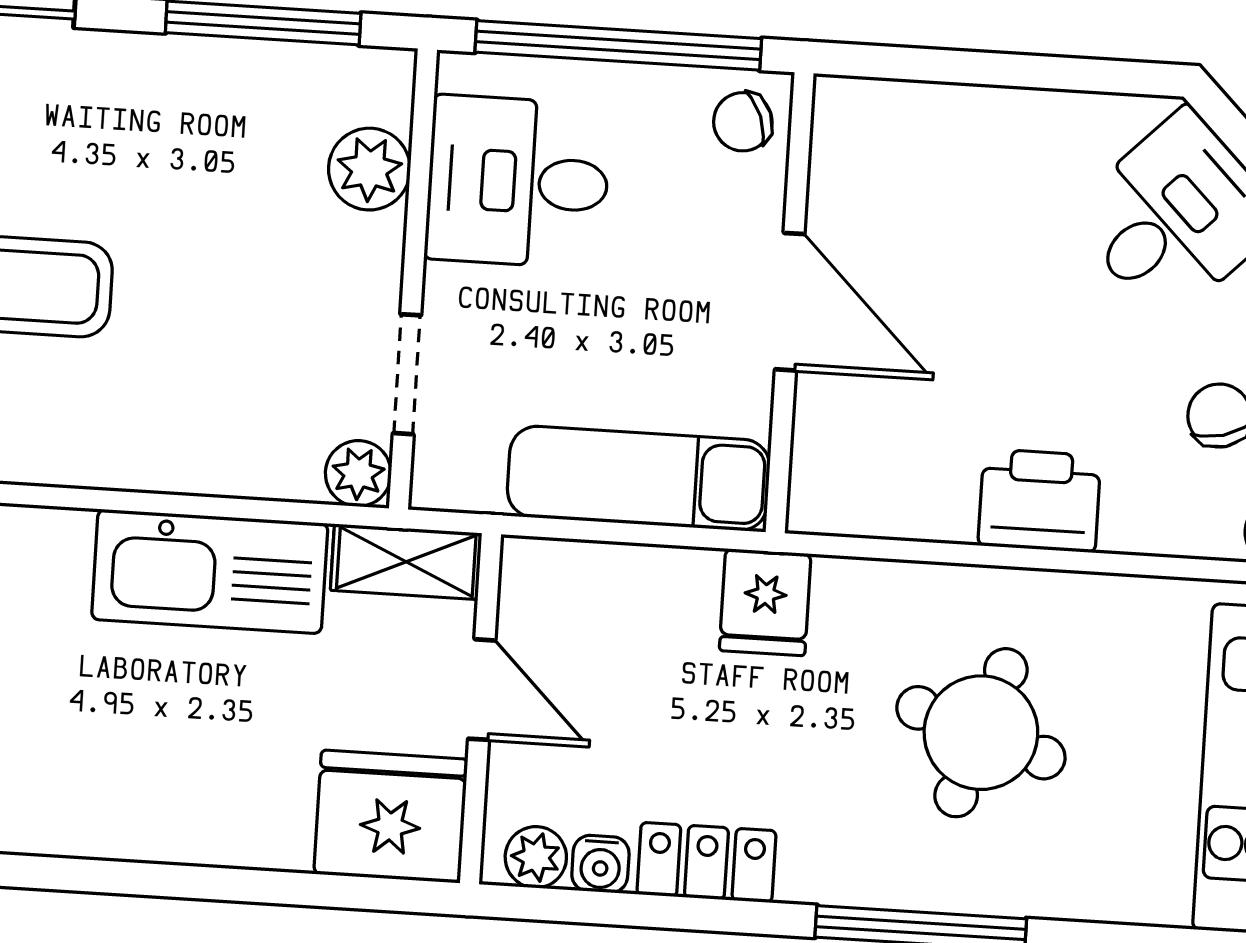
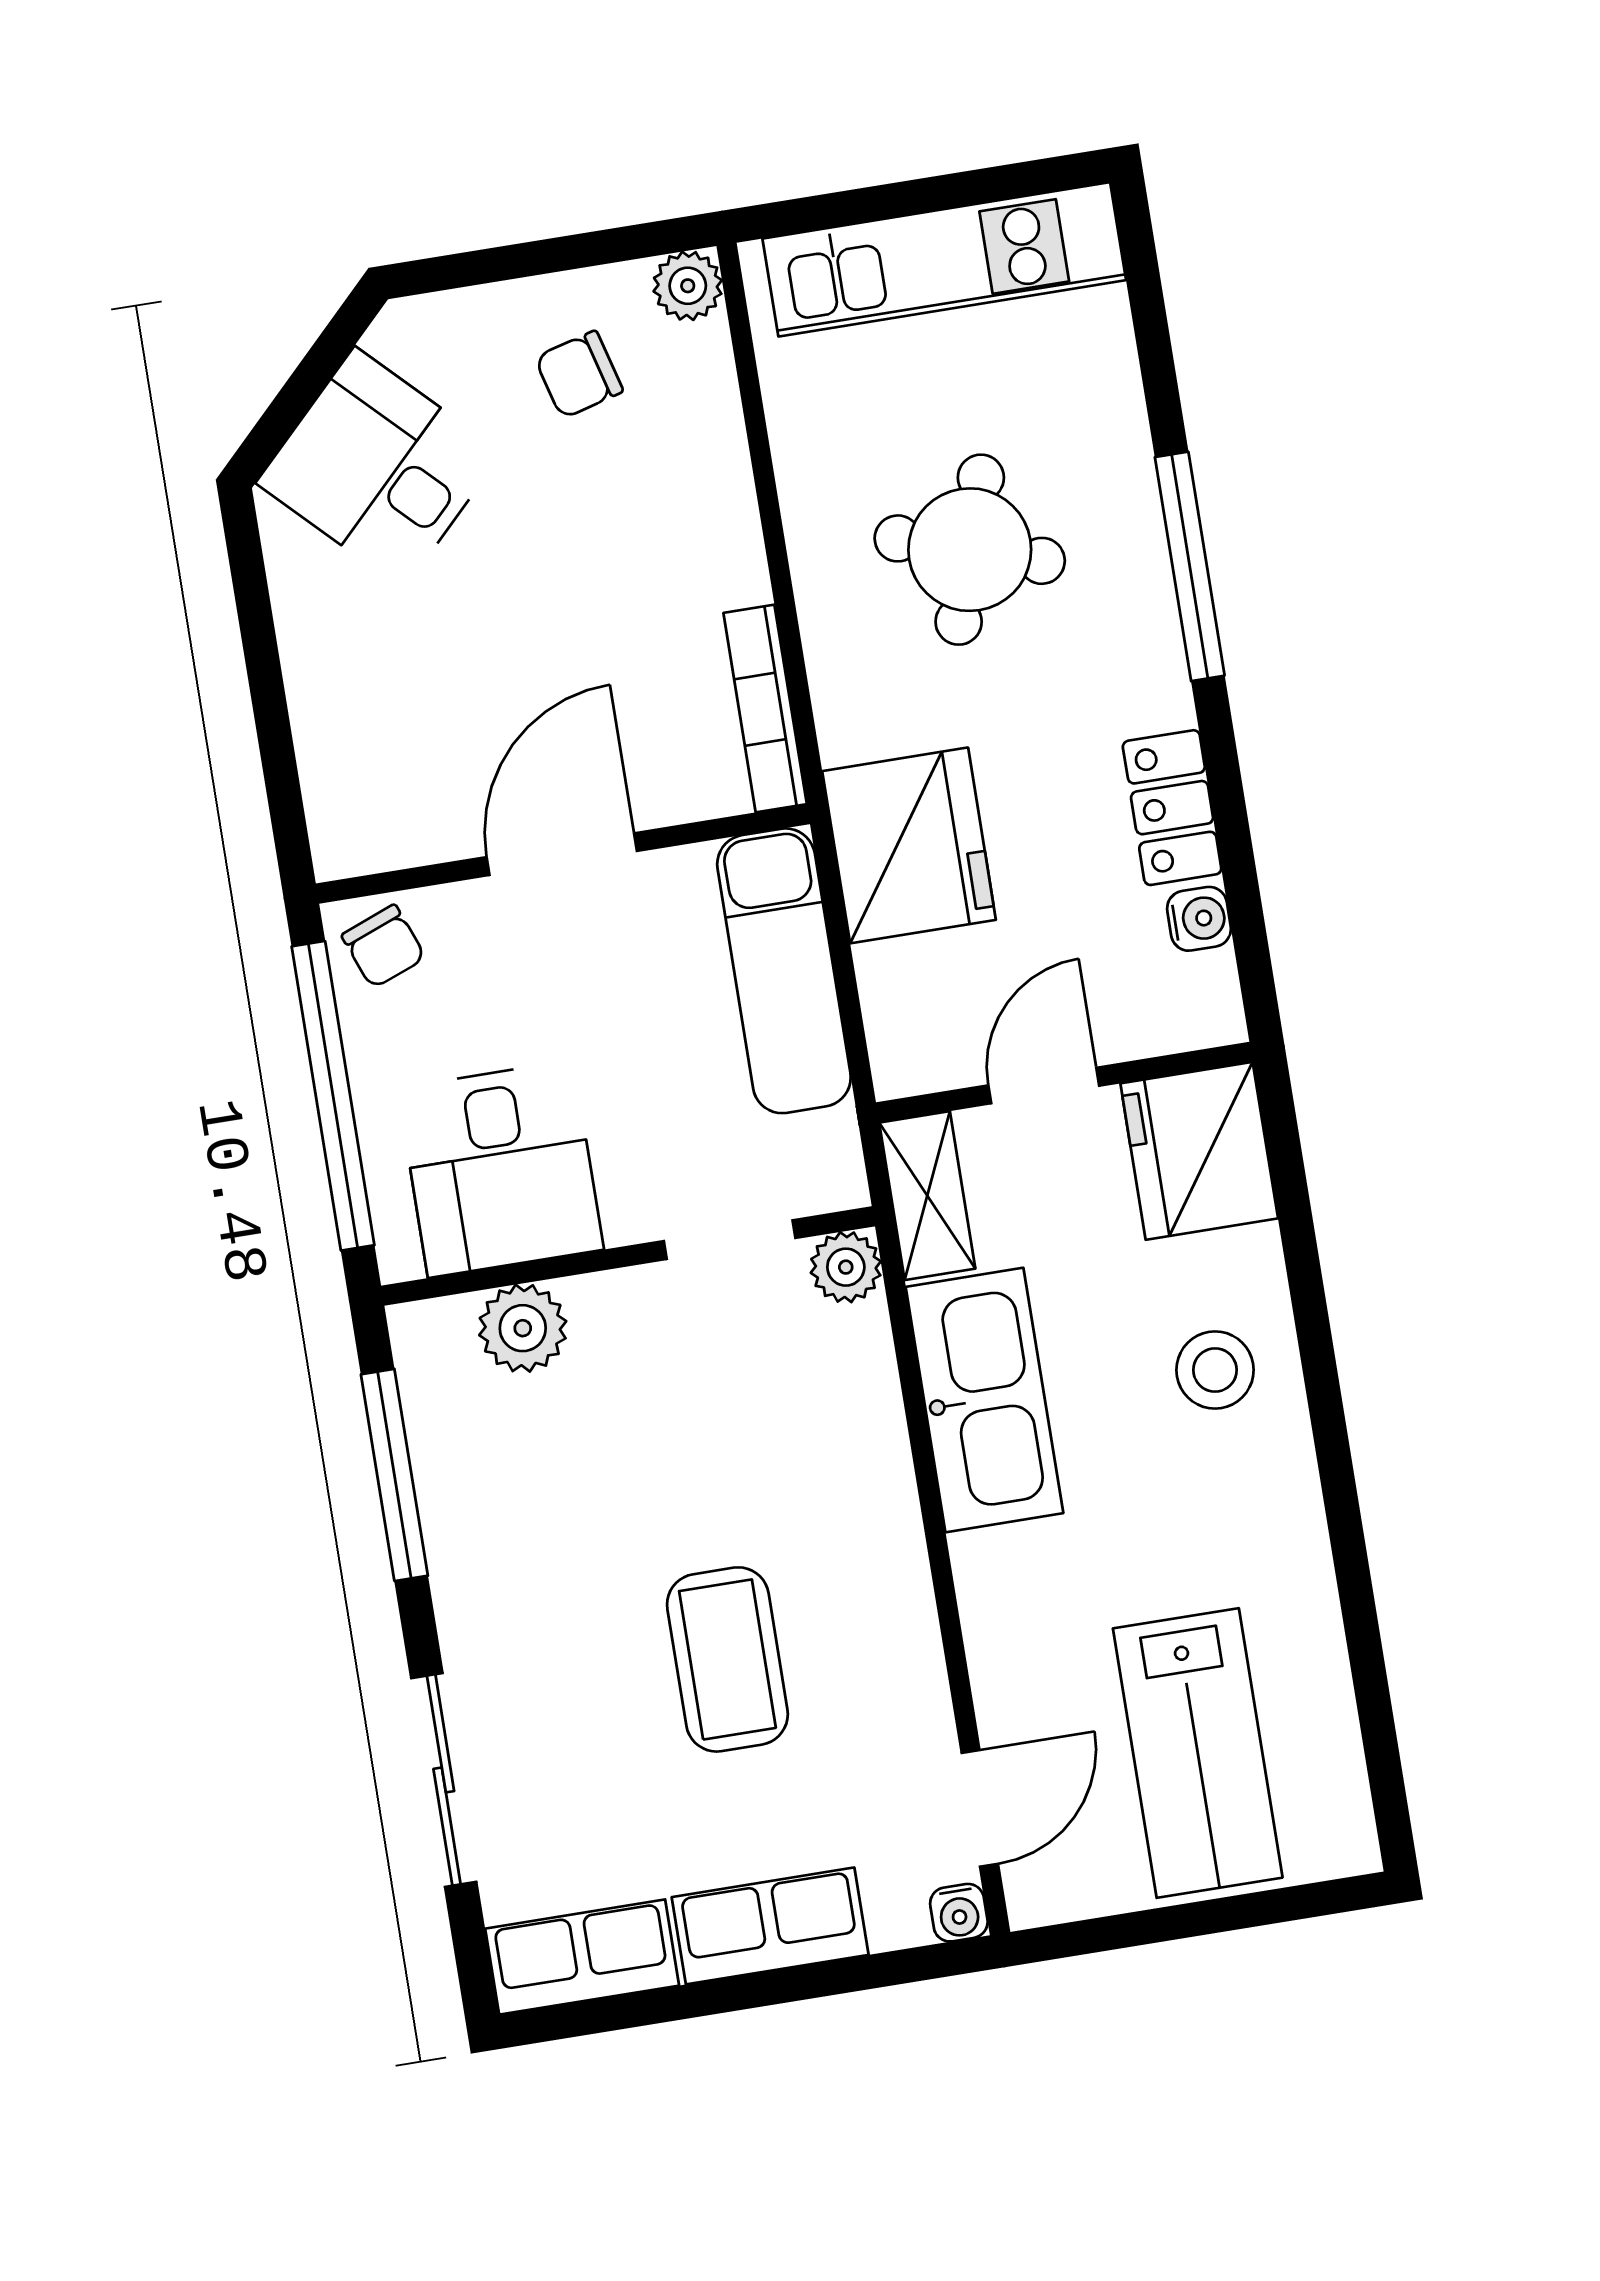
printer: (1039, 501) -> (711, 544), removed
bookcase: (880, 515) -> (765, 708), added
fridge: (765, 602) -> (909, 845), width x1.88, depth x1.34
stool: (190, 786) -> (1215, 1370), added
plant: (536, 857) -> (1207, 988), removed

